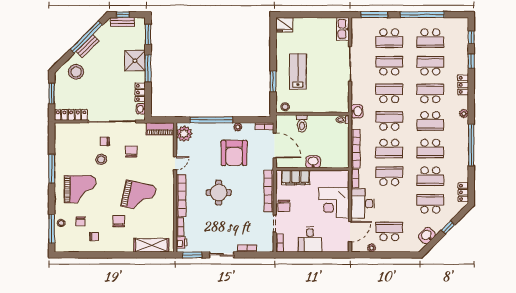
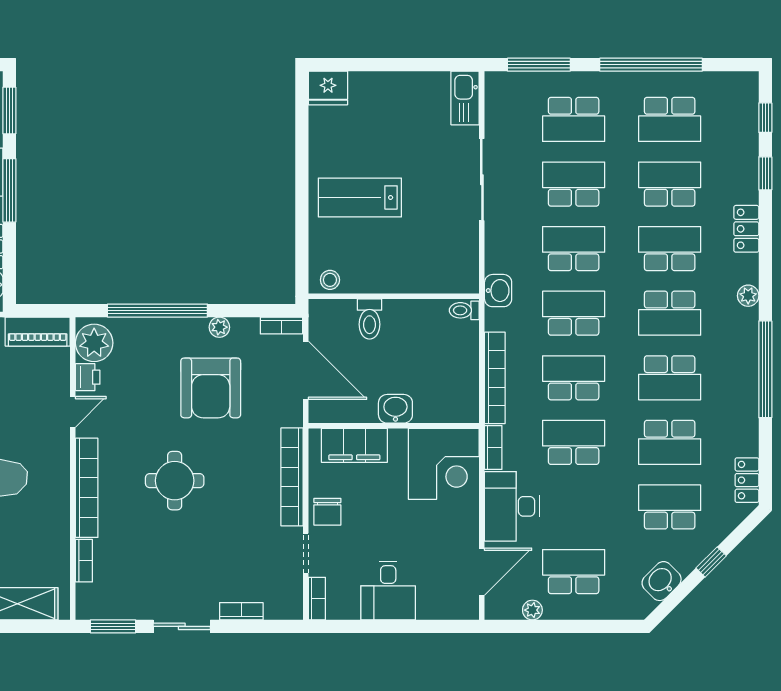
lab bench: (298, 71) -> (360, 197), turned -90
window: (273, 81) -> (302, 221), removed
school desk: (389, 149) -> (574, 378), turned 180
corner desk: (334, 203) -> (444, 464), moved, turned -90
printer: (181, 243) -> (88, 377), moved

